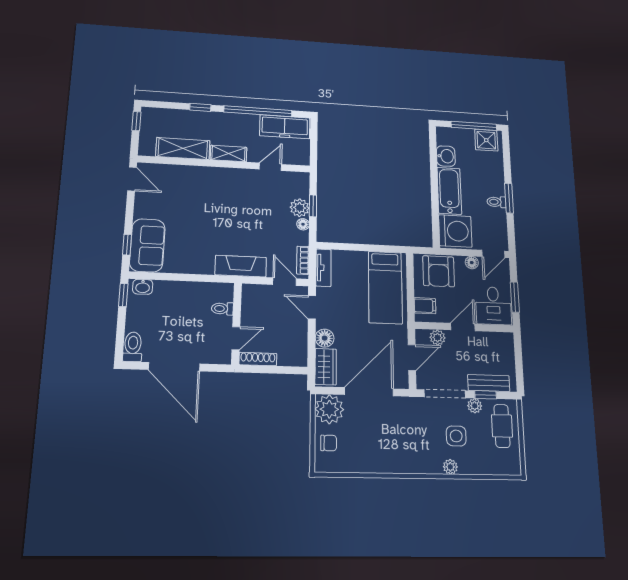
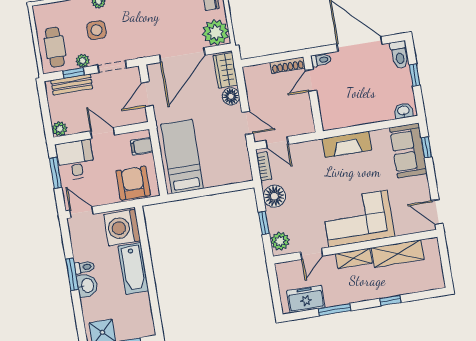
window: (258, 111) -> (335, 310), width x0.47
window: (136, 121) -> (447, 272), removed
freezer: (285, 127) -> (306, 299), width x0.71
washbasin: (446, 156) -> (87, 285), moved, turned 180
corner sofa: (216, 190) -> (358, 219), added
plant: (300, 208) -> (280, 241), moved
floor lamp: (303, 224) -> (274, 196), width x1.89, depth x1.89
door: (493, 254) -> (82, 212), hinge flipped
floor lamp: (472, 263) -> (102, 199), removed
fireplace: (241, 266) -> (347, 144), moved
tv unit: (323, 268) -> (243, 163), removed
window: (123, 295) -> (415, 75), moved
toilet: (222, 309) -> (321, 60), moved
door: (463, 327) -> (103, 133), swing flipped
plant: (437, 338) -> (60, 129), moved
doorway: (445, 394) -> (112, 66), width x0.73

